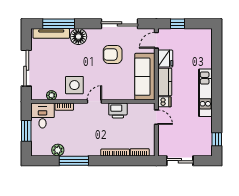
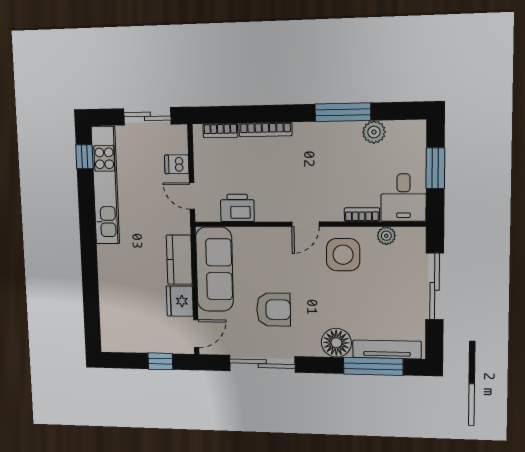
kitchen unit: (205, 93) -> (105, 185), moved, width x1.36
dishwasher: (164, 102) -> (177, 164), moved
printer: (118, 111) -> (237, 208), moved

